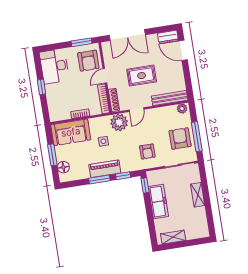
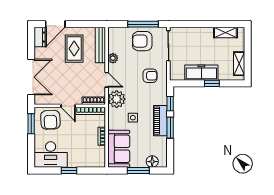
armchair: (88, 61) -> (50, 120), turned 87
rug: (142, 76) -> (74, 49), moved
plant: (182, 109) -> (113, 58), moved
window: (145, 185) -> (212, 83), moved
shelving: (198, 195) -> (225, 33), moved

